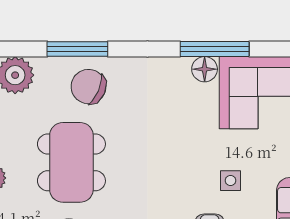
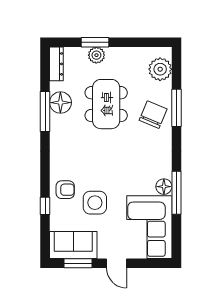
dining table: (71, 162) -> (106, 104), turned 90
side table: (230, 181) -> (95, 203), width x1.87, depth x1.87

